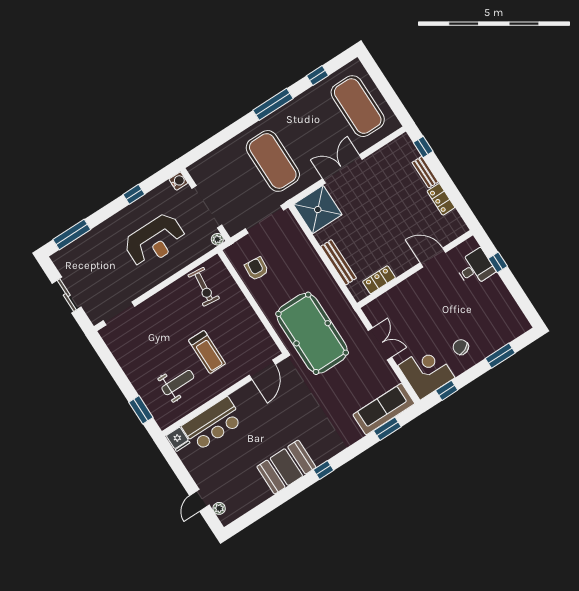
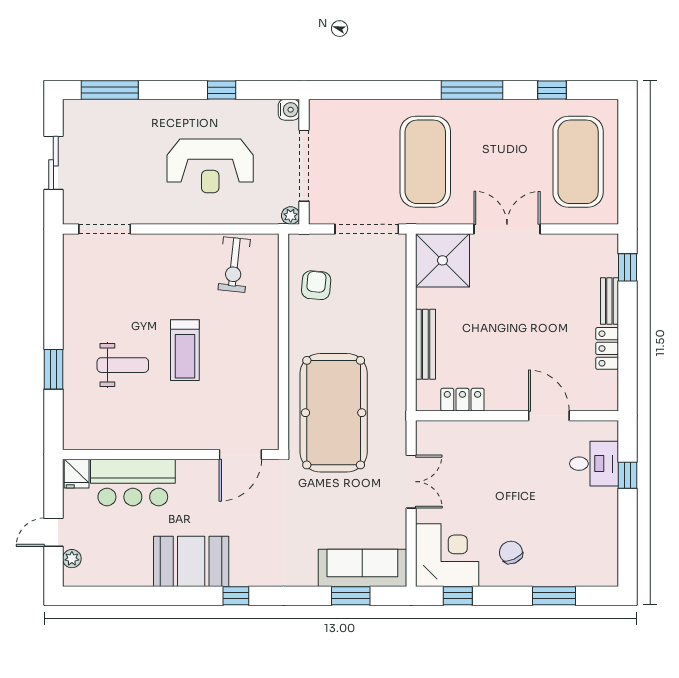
door: (262, 370) -> (240, 454), moved
wall: (224, 395) -> (171, 454), moved
bar counter: (213, 424) -> (133, 482), moved
fridge: (178, 439) -> (77, 474), moved

